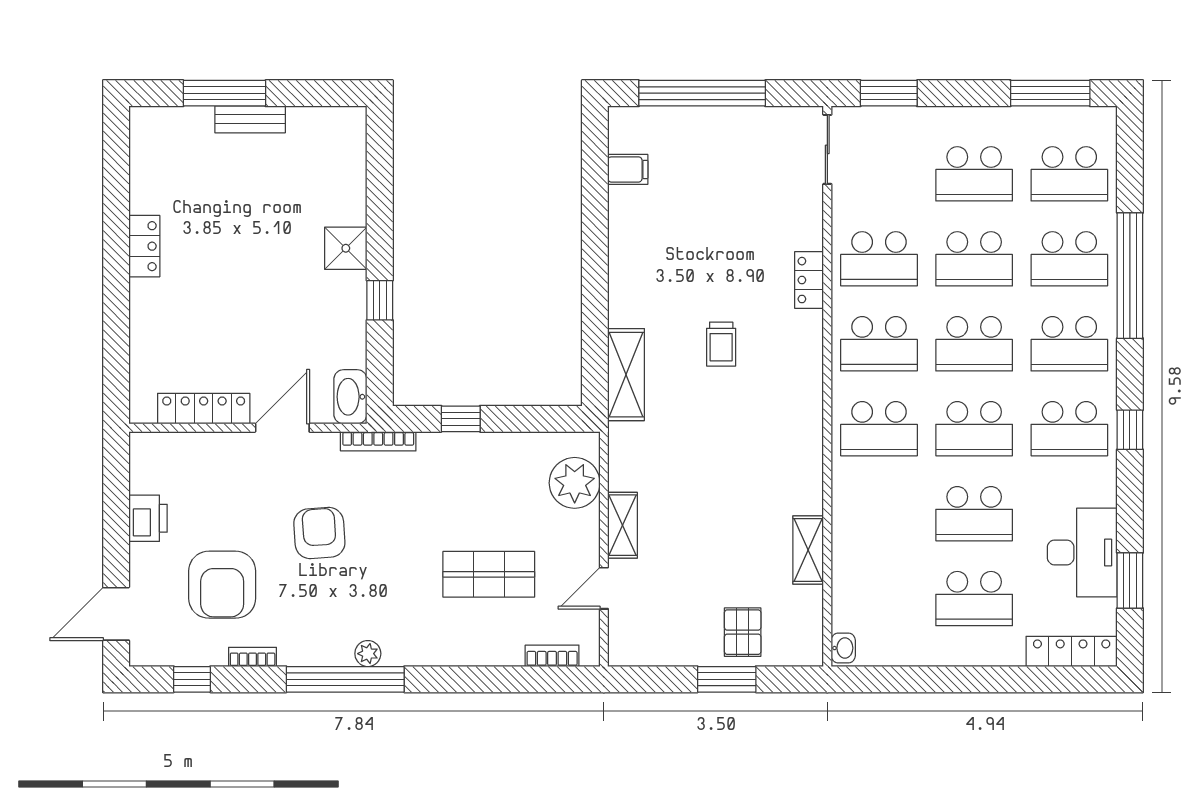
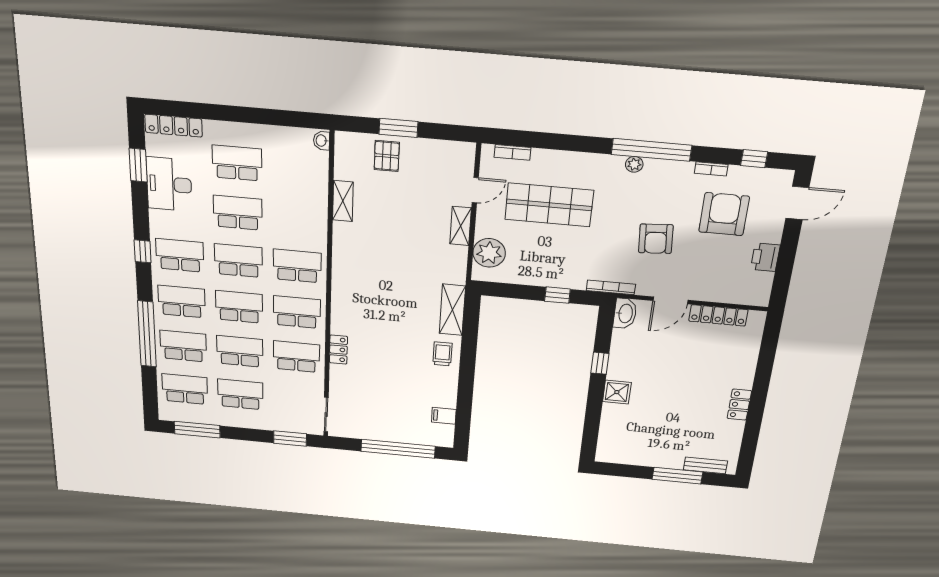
bench: (250, 119) -> (705, 465), moved
trolley: (721, 344) -> (442, 354), moved
shop shelf: (489, 574) -> (549, 205), width x1.43, depth x1.36

